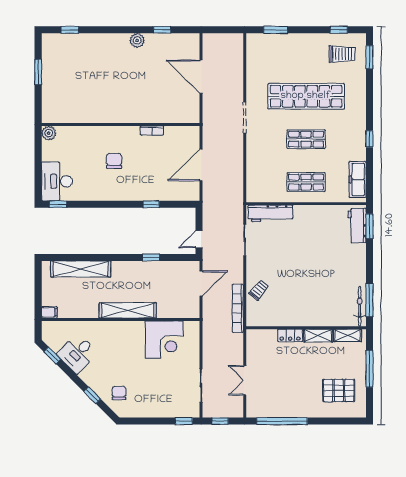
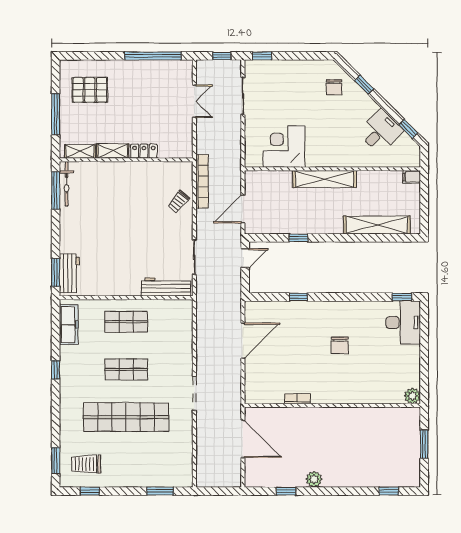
wall: (121, 125) -> (332, 405), moved
bookcase: (152, 131) -> (298, 399), moved
plant: (49, 133) -> (412, 396), moved

